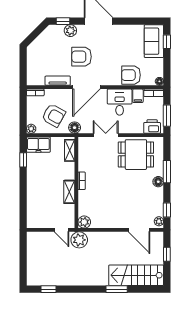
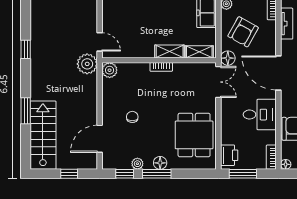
tv unit: (58, 81) -> (287, 24), moved
filing cabinet: (138, 96) -> (268, 137), removed
double door: (106, 135) -> (218, 82), moved
window: (167, 172) -> (157, 174), moved
shelving: (69, 192) -> (170, 51), moved
chair: (122, 204) -> (132, 117), added
plant: (159, 221) -> (137, 164), moved
door: (62, 230) -> (100, 42), swing flipped
window: (48, 289) -> (26, 49), moved

